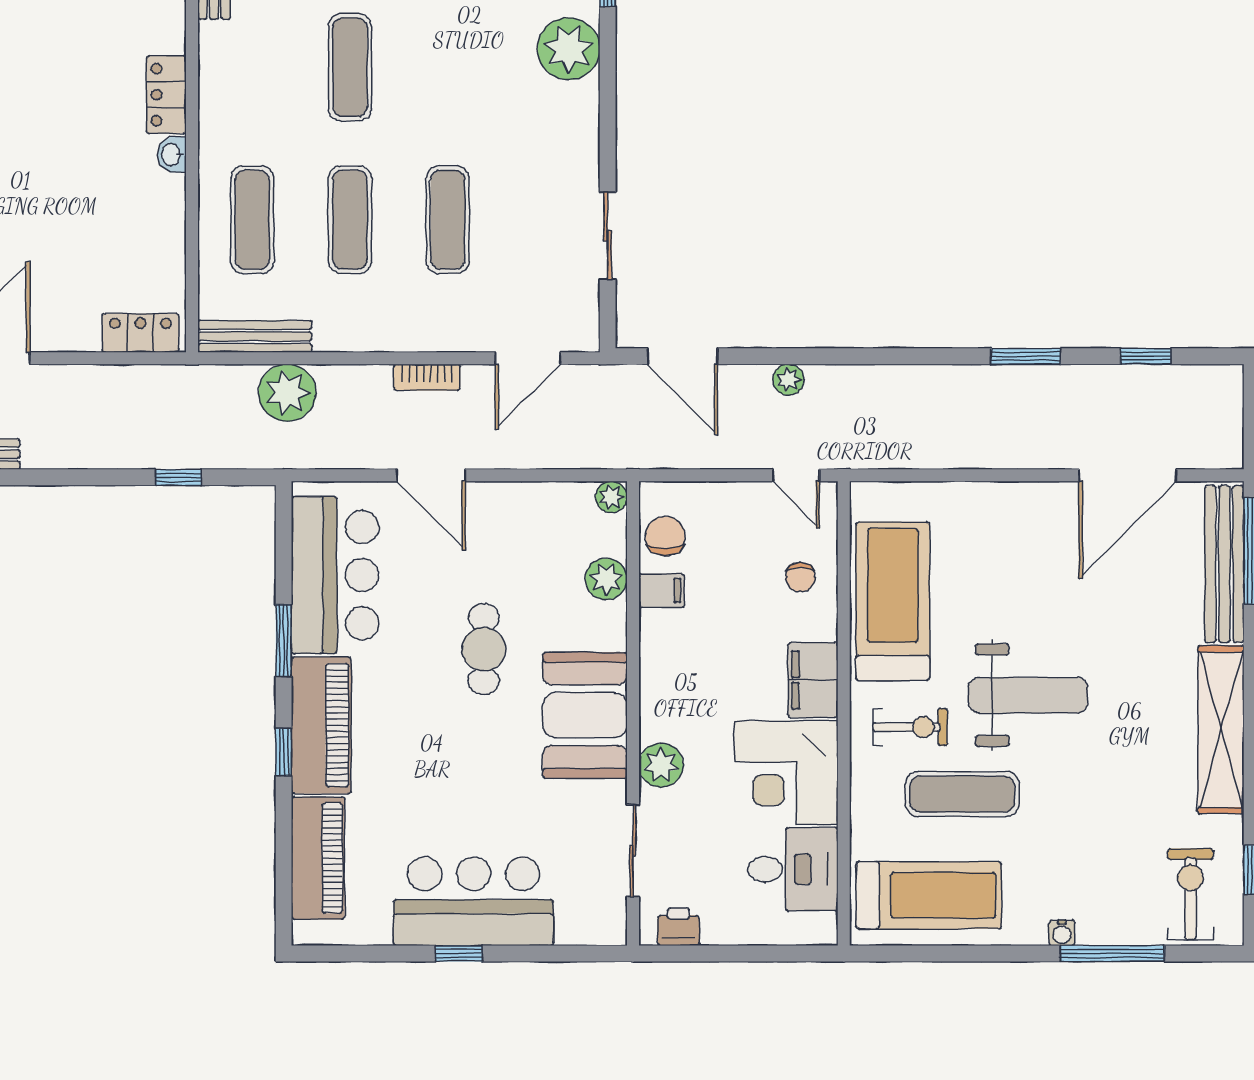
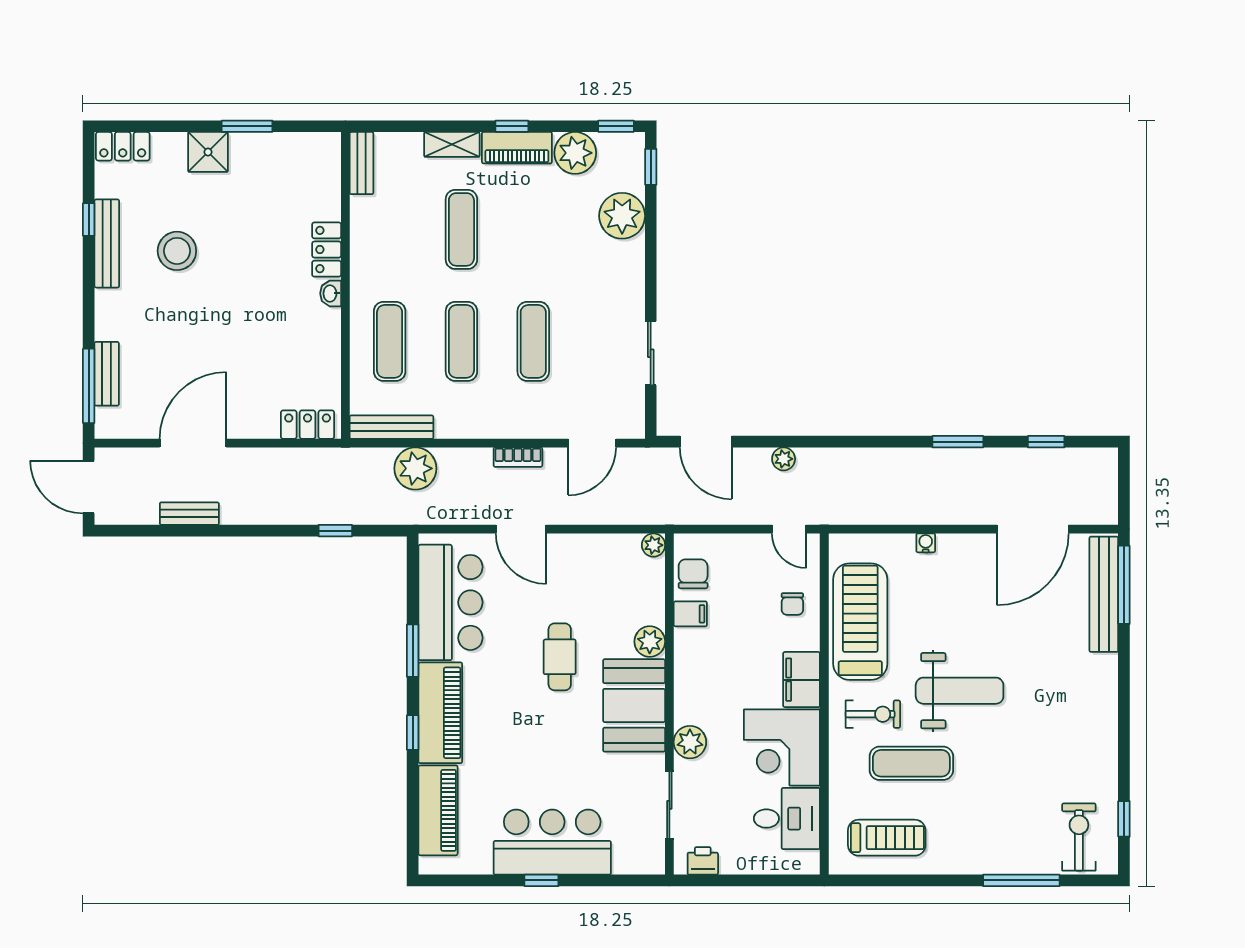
plant: (606, 579) -> (650, 642), moved
shelving: (1221, 730) -> (1101, 716), removed
treadmill: (929, 895) -> (887, 838), width x0.73, depth x0.73
water cooler: (1062, 933) -> (926, 543), moved, turned 180

